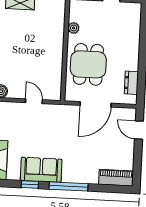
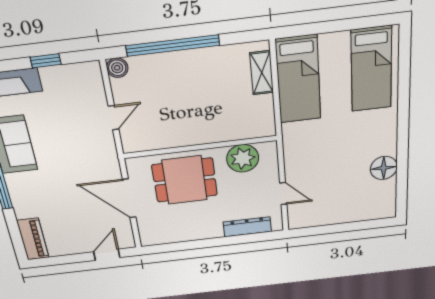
plant: (74, 28) -> (243, 158), width x1.87, depth x1.87
dresser: (131, 83) -> (247, 227), moved, width x1.44

